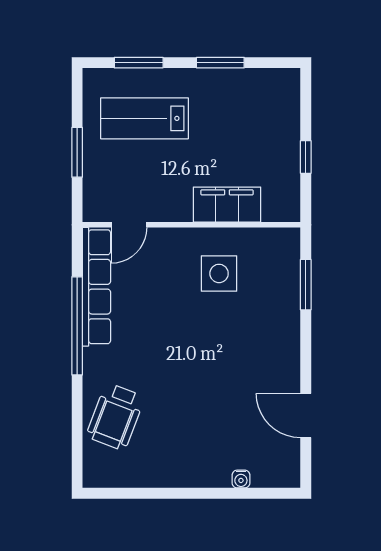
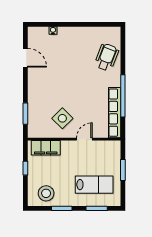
stool: (257, 98) -> (46, 193), added
filing cabinet: (227, 205) -> (46, 148), moved
door: (129, 225) -> (84, 139), moved
side table: (219, 273) -> (62, 118), turned 45

